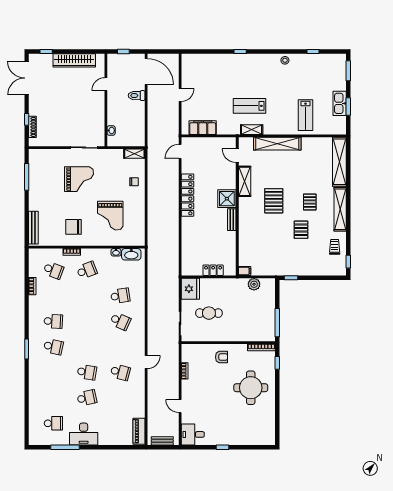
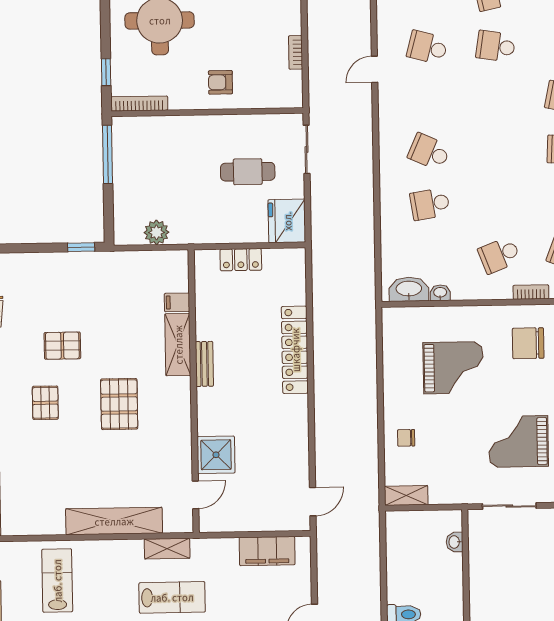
door: (237, 156) -> (195, 495), hinge flipped
shelving: (245, 181) -> (178, 345), moved
locker: (188, 195) -> (295, 350), moved
shower: (227, 199) -> (216, 455), moved
grand piano: (110, 216) -> (453, 368), turned 90
chair: (73, 227) -> (528, 343), turned 180
pallet: (301, 230) -> (62, 346), turned 90
filing cabinet: (245, 271) -> (177, 302), moved

